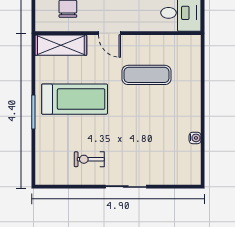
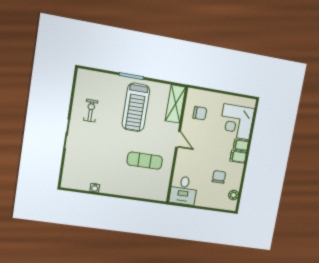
door: (109, 33) -> (178, 139), swing flipped
exercise mat: (147, 75) -> (145, 161), turned 90

